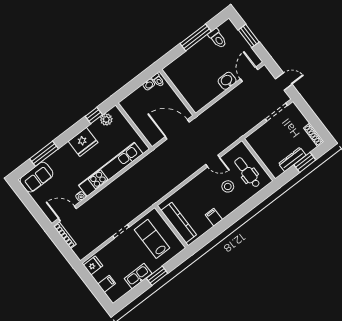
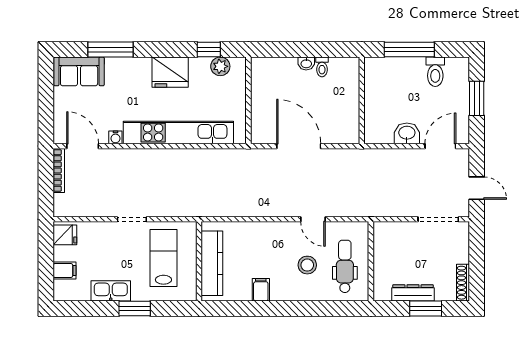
wall: (177, 92) -> (362, 100), moved

